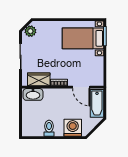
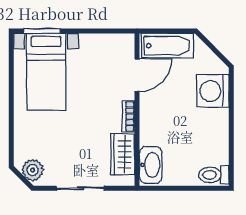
toilet: (49, 128) -> (214, 175), moved

